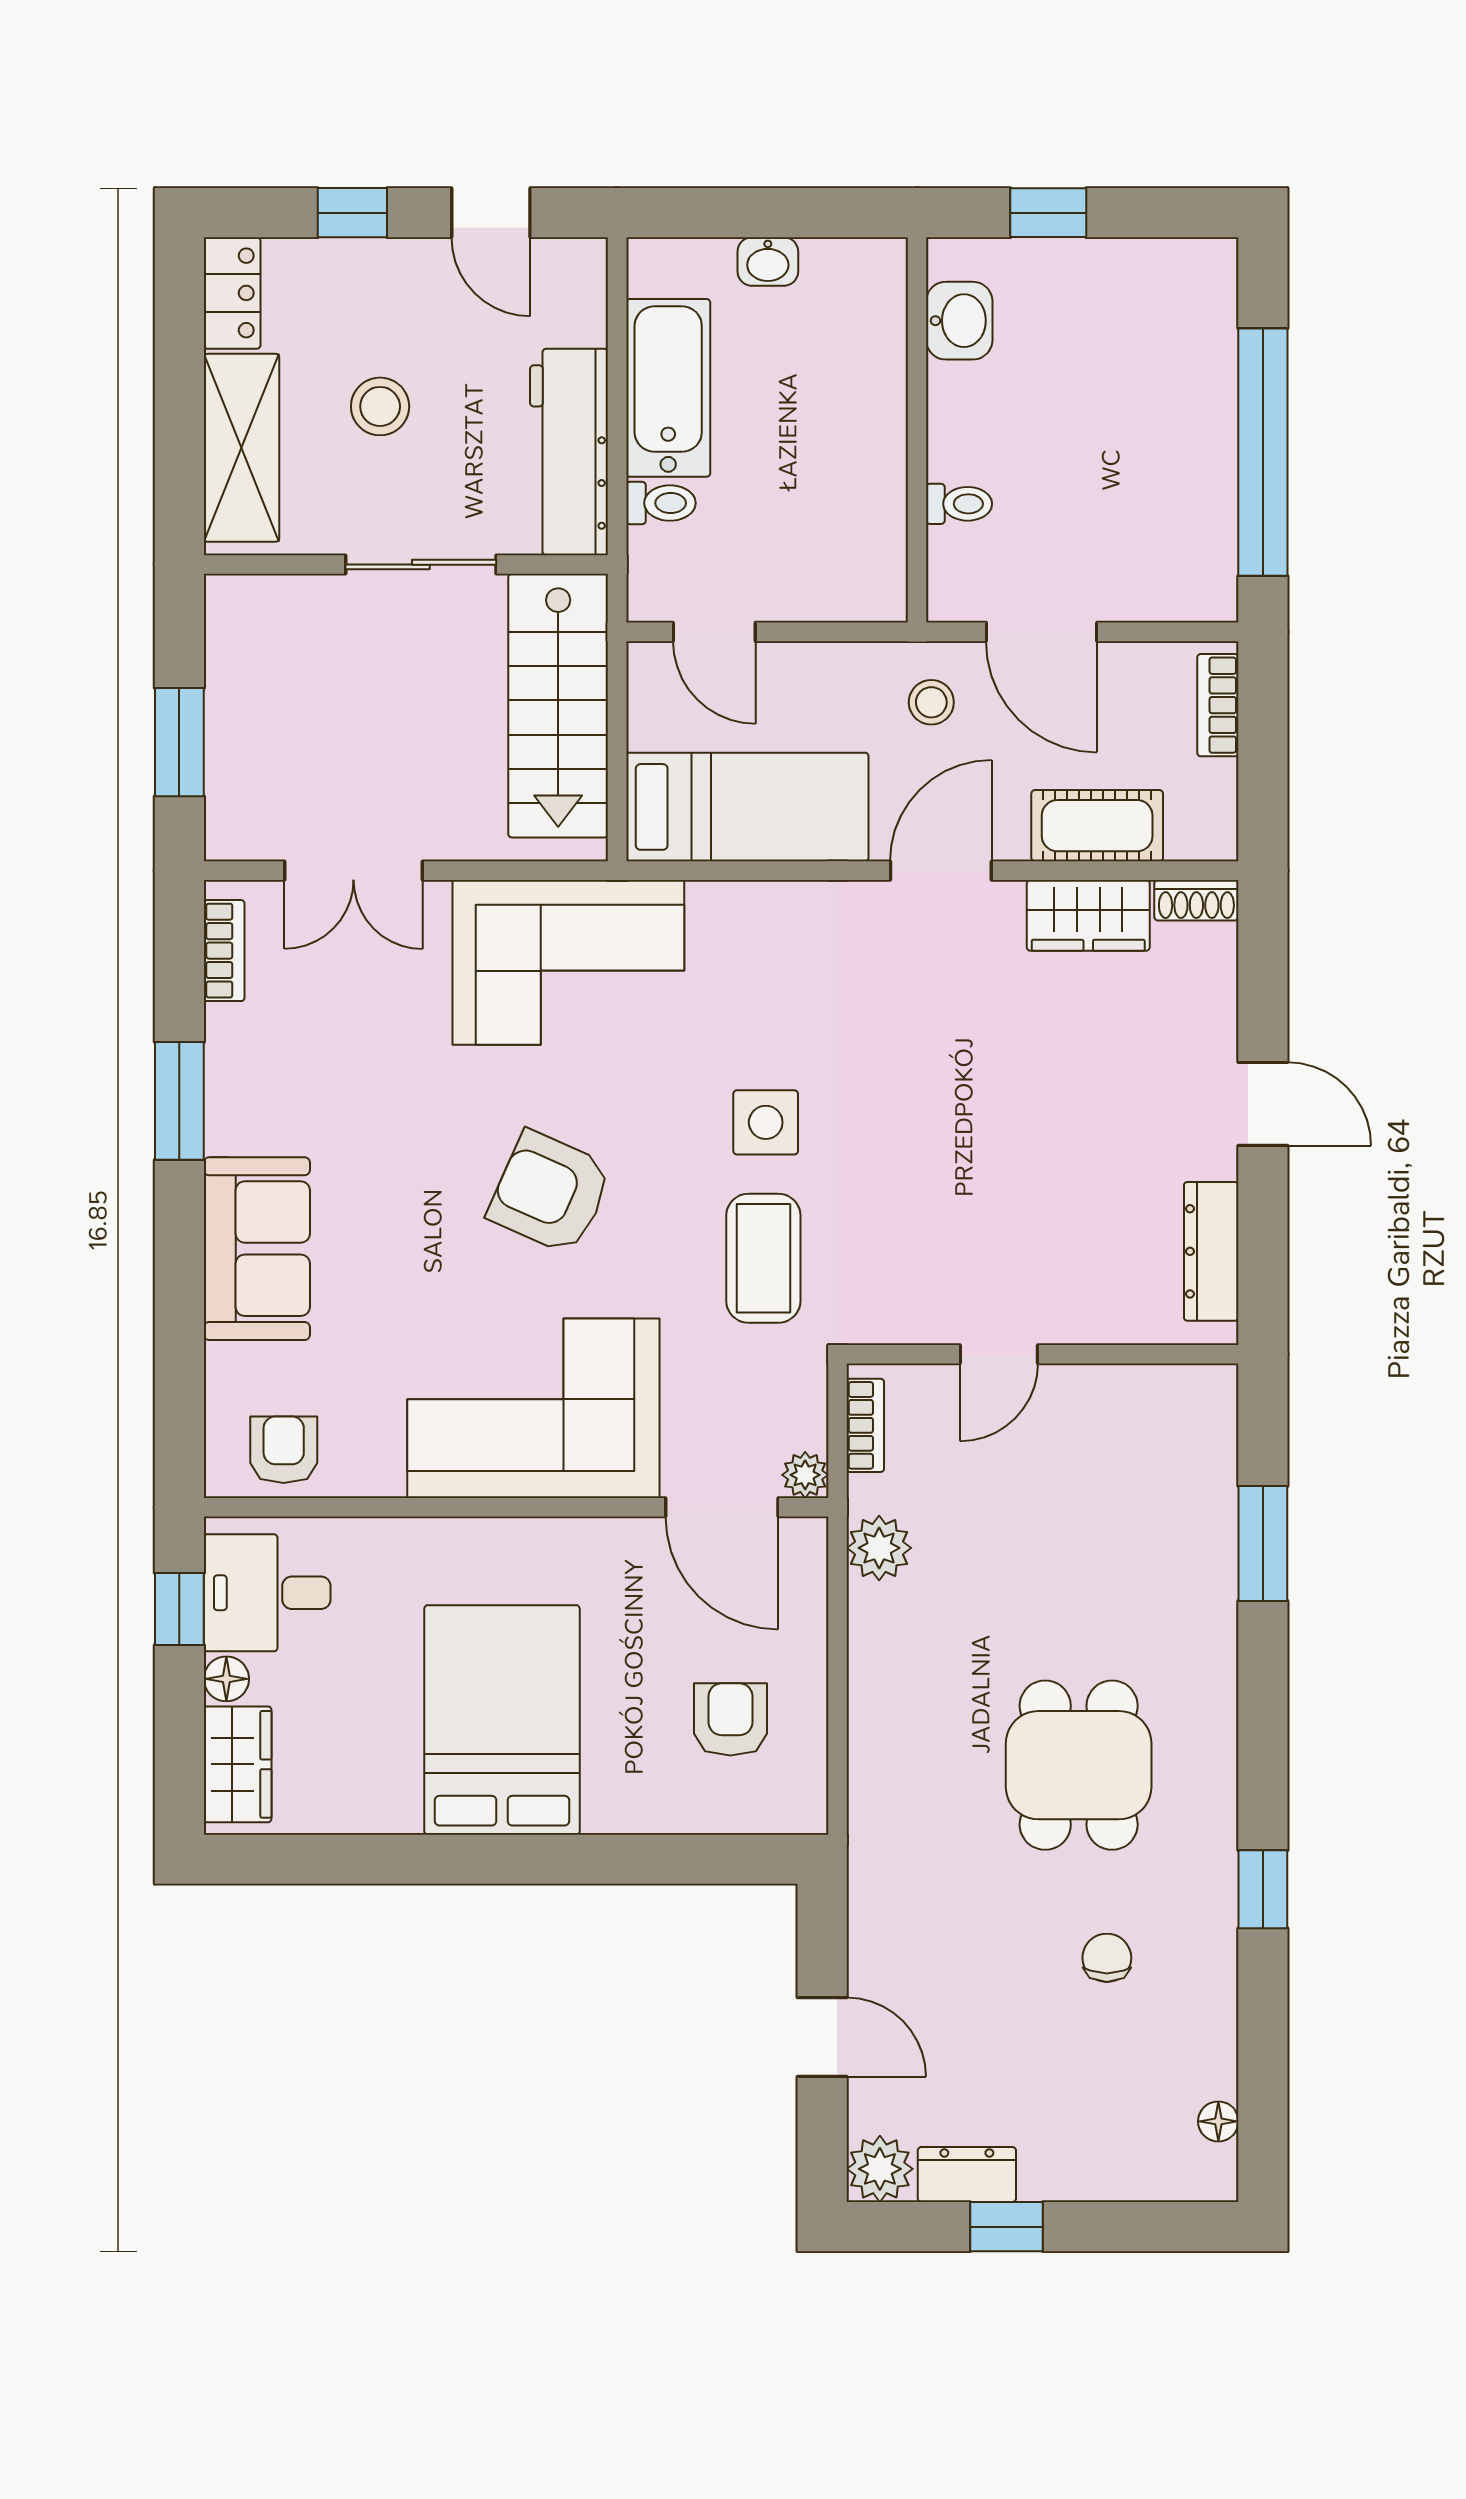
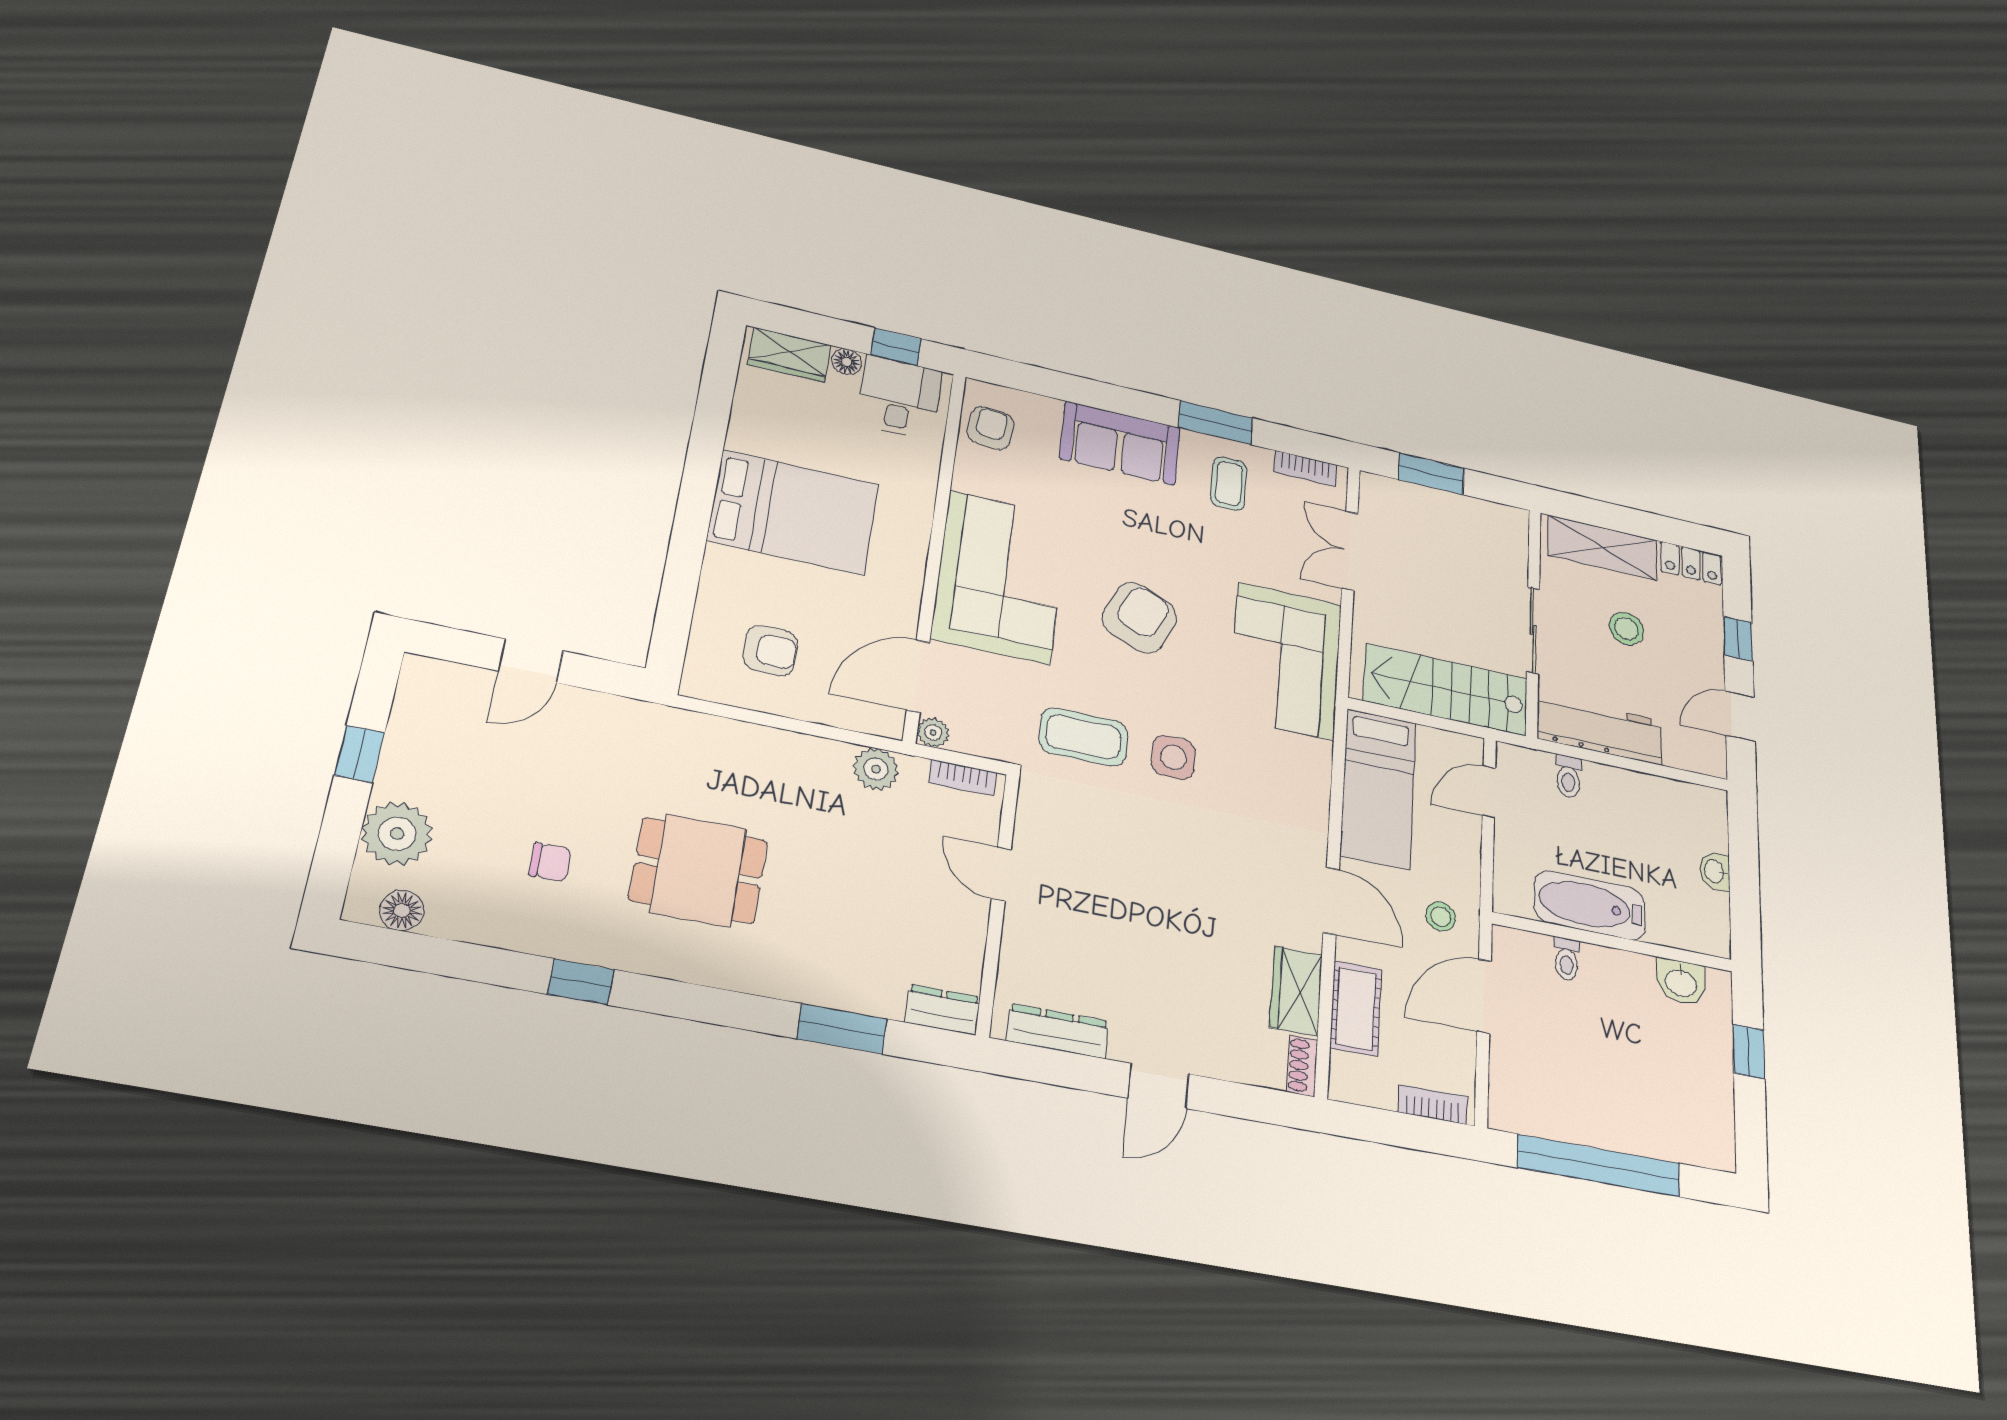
bathtub: (668, 388) -> (1590, 905), moved, turned 180
coffee table: (284, 1072) -> (1229, 483), added
armchair: (284, 1450) -> (991, 428), turned -84
floor lamp: (1218, 2121) -> (402, 910), width x1.37, depth x1.37
plant: (880, 2169) -> (397, 834), moved, width x1.36, depth x1.36
dresser: (967, 2174) -> (943, 1010), moved, turned -90

